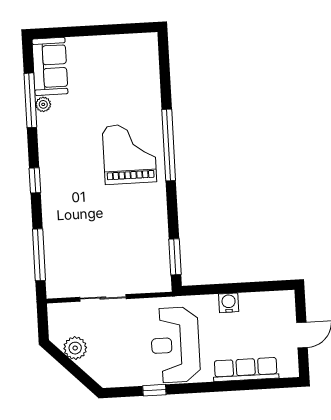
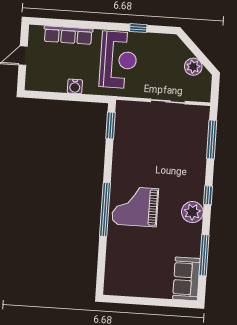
plant: (43, 104) -> (192, 212), moved, width x1.88, depth x1.88
grand piano: (129, 154) -> (135, 206), turned 90

